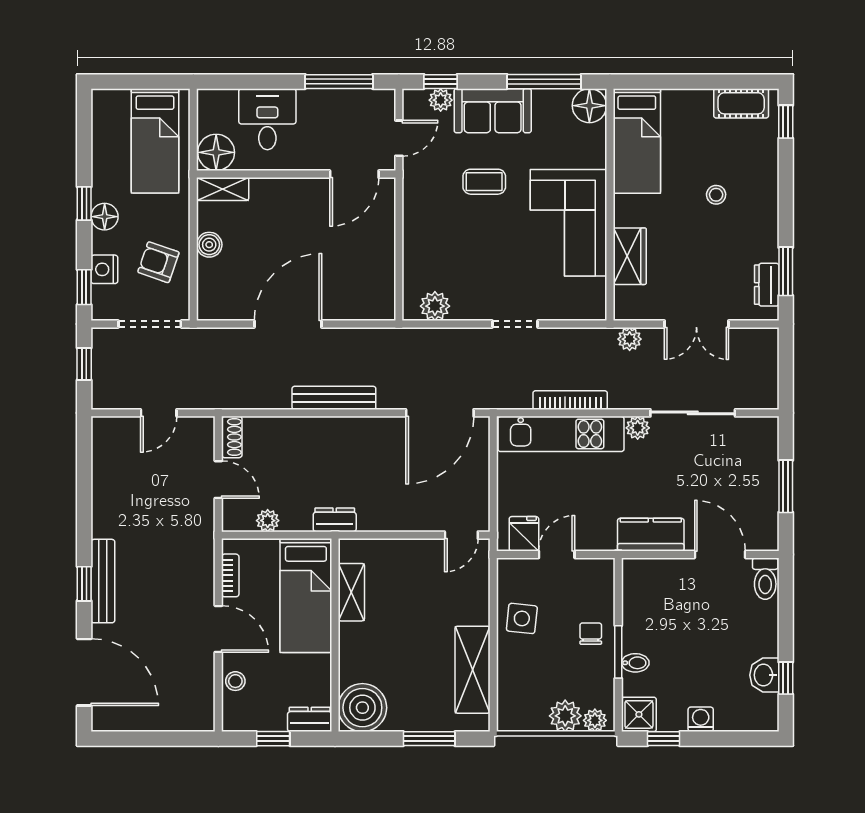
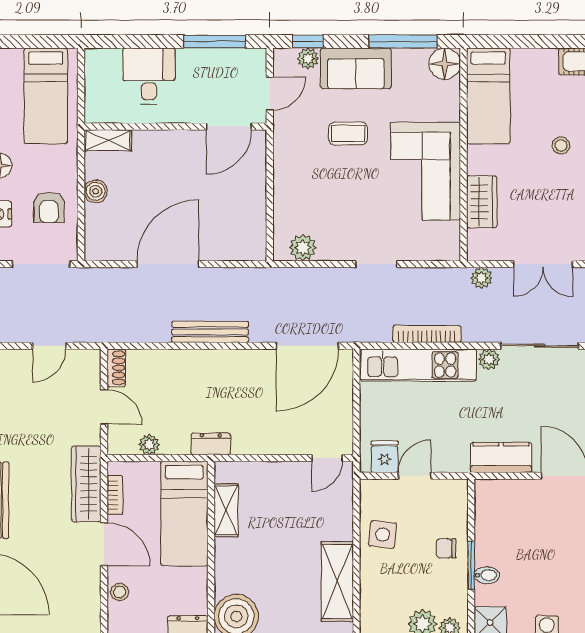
floor lamp: (216, 152) -> (102, 107), removed
armchair: (158, 262) -> (49, 207), turned -109
wardrobe: (199, 563) -> (86, 484), added
chair: (591, 634) -> (446, 548), turned -90

